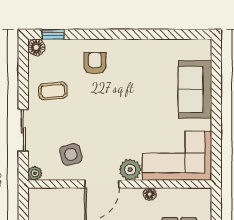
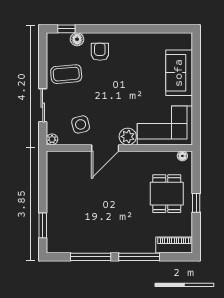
floor lamp: (36, 47) -> (77, 39), moved
coffee table: (53, 91) -> (66, 74), width x1.36, depth x1.30
floor lamp: (150, 194) -> (182, 156), moved

